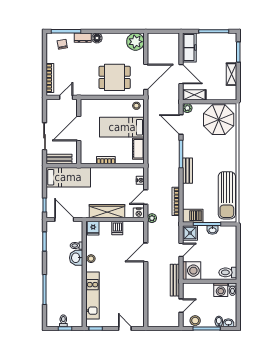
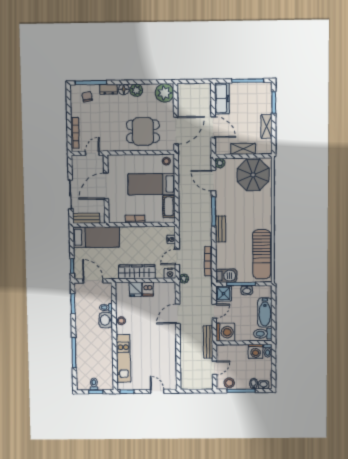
plant: (109, 39) -> (136, 90), added
shelving: (194, 95) -> (243, 149), moved
fridge: (93, 228) -> (135, 289), moved
bathtub: (230, 252) -> (265, 313), added

